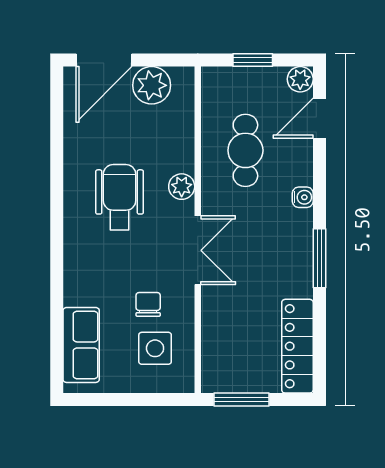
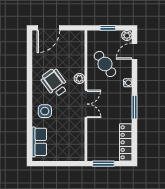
plant: (152, 85) -> (67, 38), removed
cafe table: (245, 150) -> (105, 64), turned -36
wheelchair: (120, 197) -> (55, 83), turned -36
chair: (148, 304) -> (66, 126), removed
side table: (155, 348) -> (45, 111), moved

